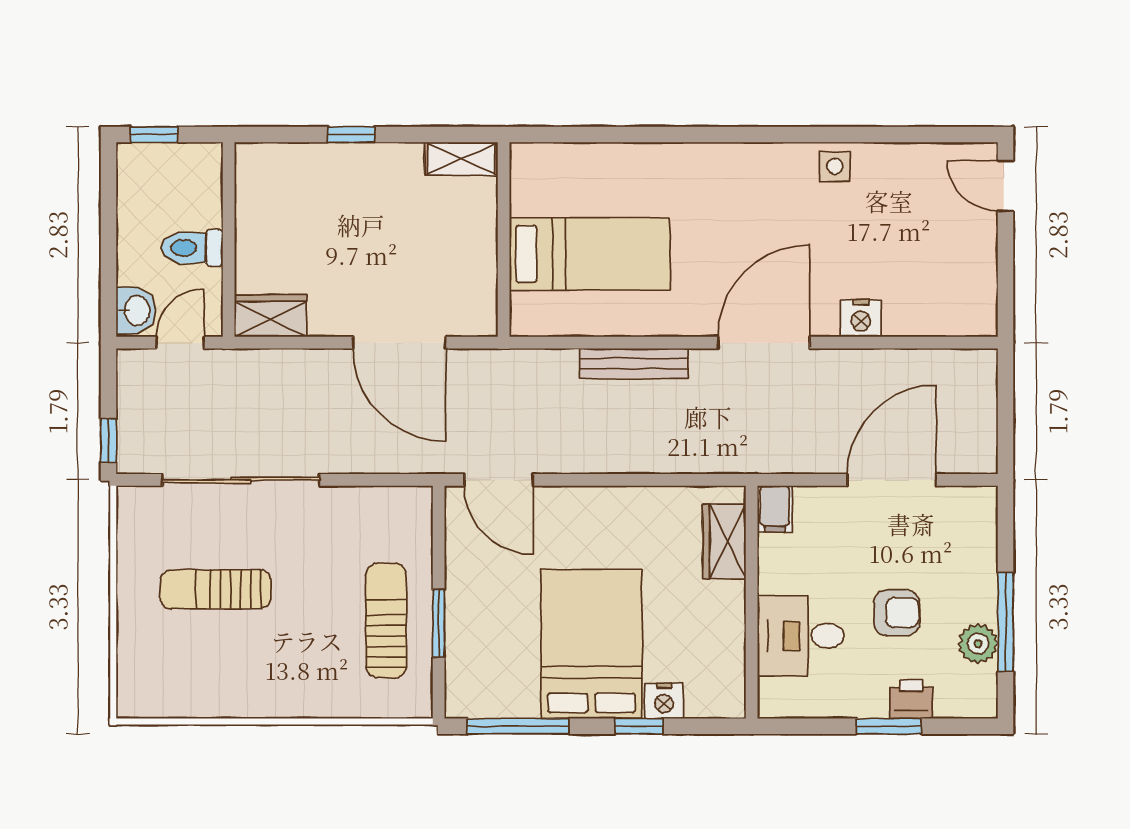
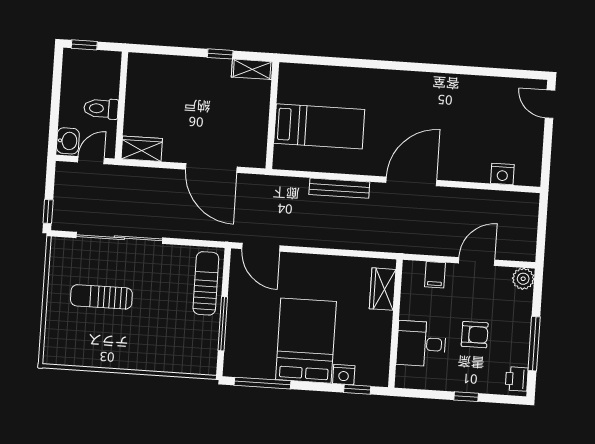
window: (351, 134) -> (220, 54), moved
side table: (835, 166) -> (457, 87), removed
nightstand: (861, 318) -> (502, 174), moved
door: (892, 480) -> (477, 262), width x0.73
filing cabinet: (775, 509) -> (435, 275), moved
sun lounger: (386, 621) -> (206, 283), moved
window: (439, 623) -> (223, 324), width x1.44
plant: (978, 644) -> (523, 279), moved
printer: (911, 699) -> (517, 379), moved, turned -90
window: (639, 726) -> (357, 389), moved
window: (889, 726) -> (466, 397), width x0.67

